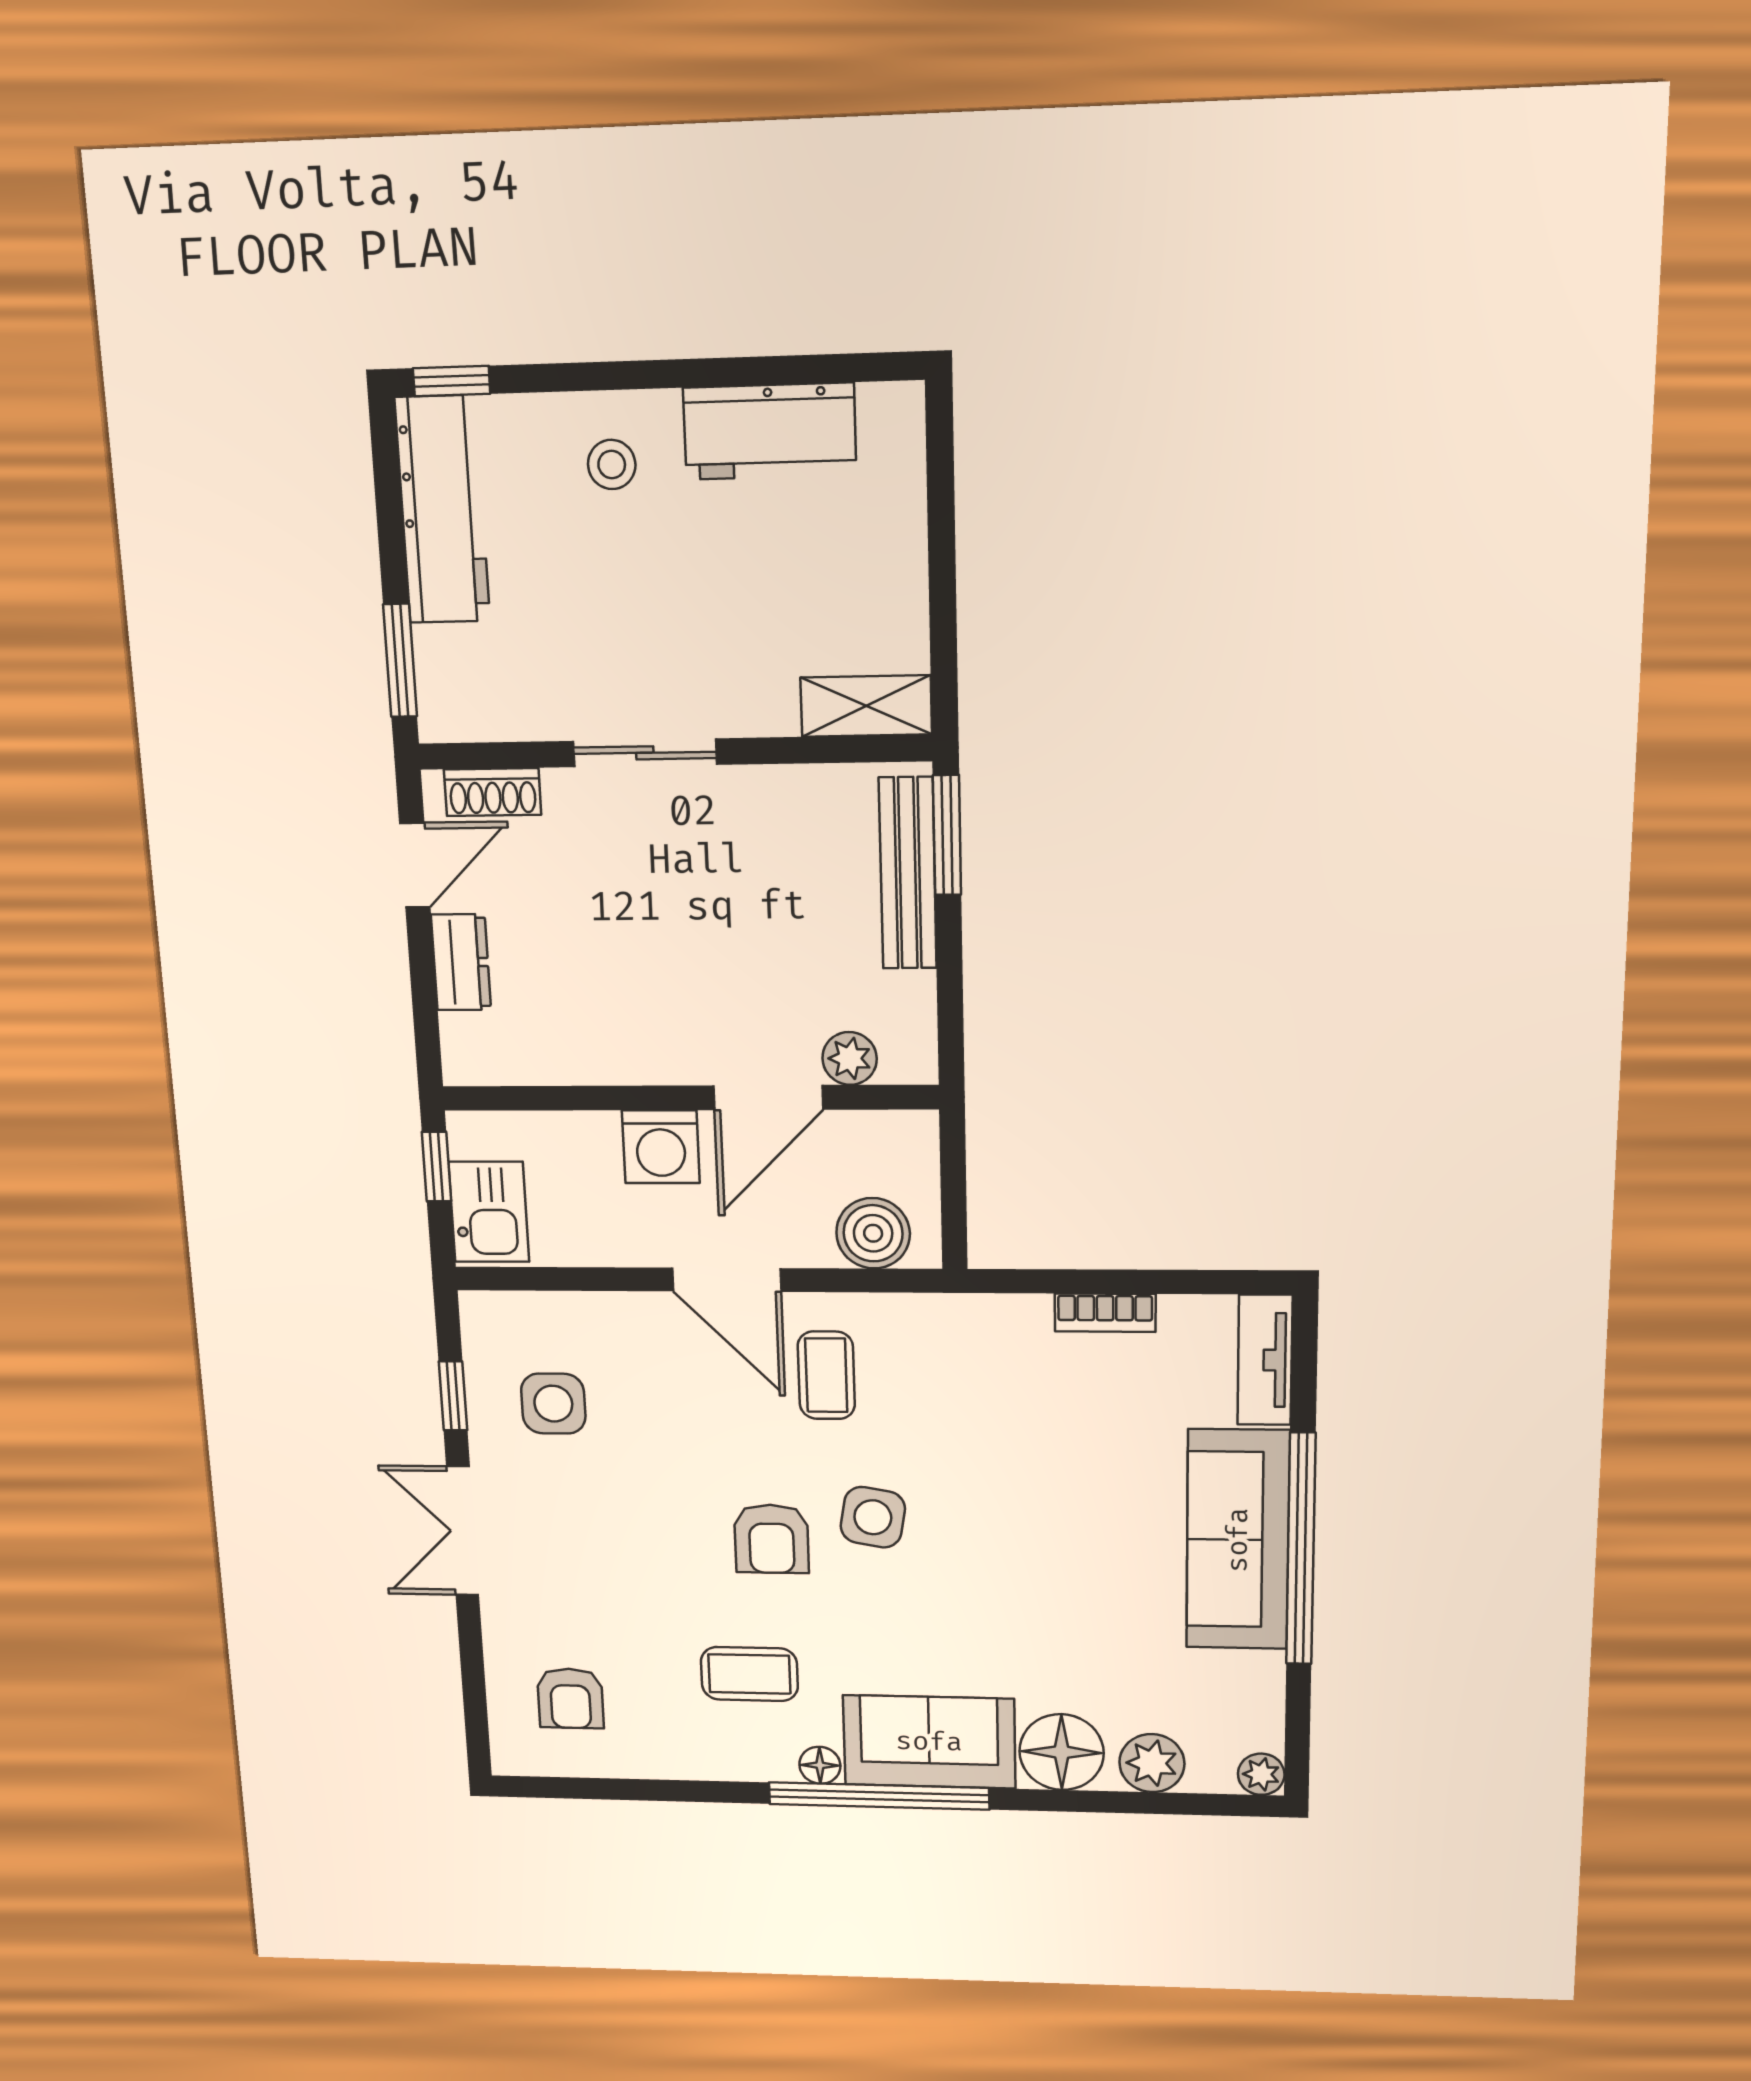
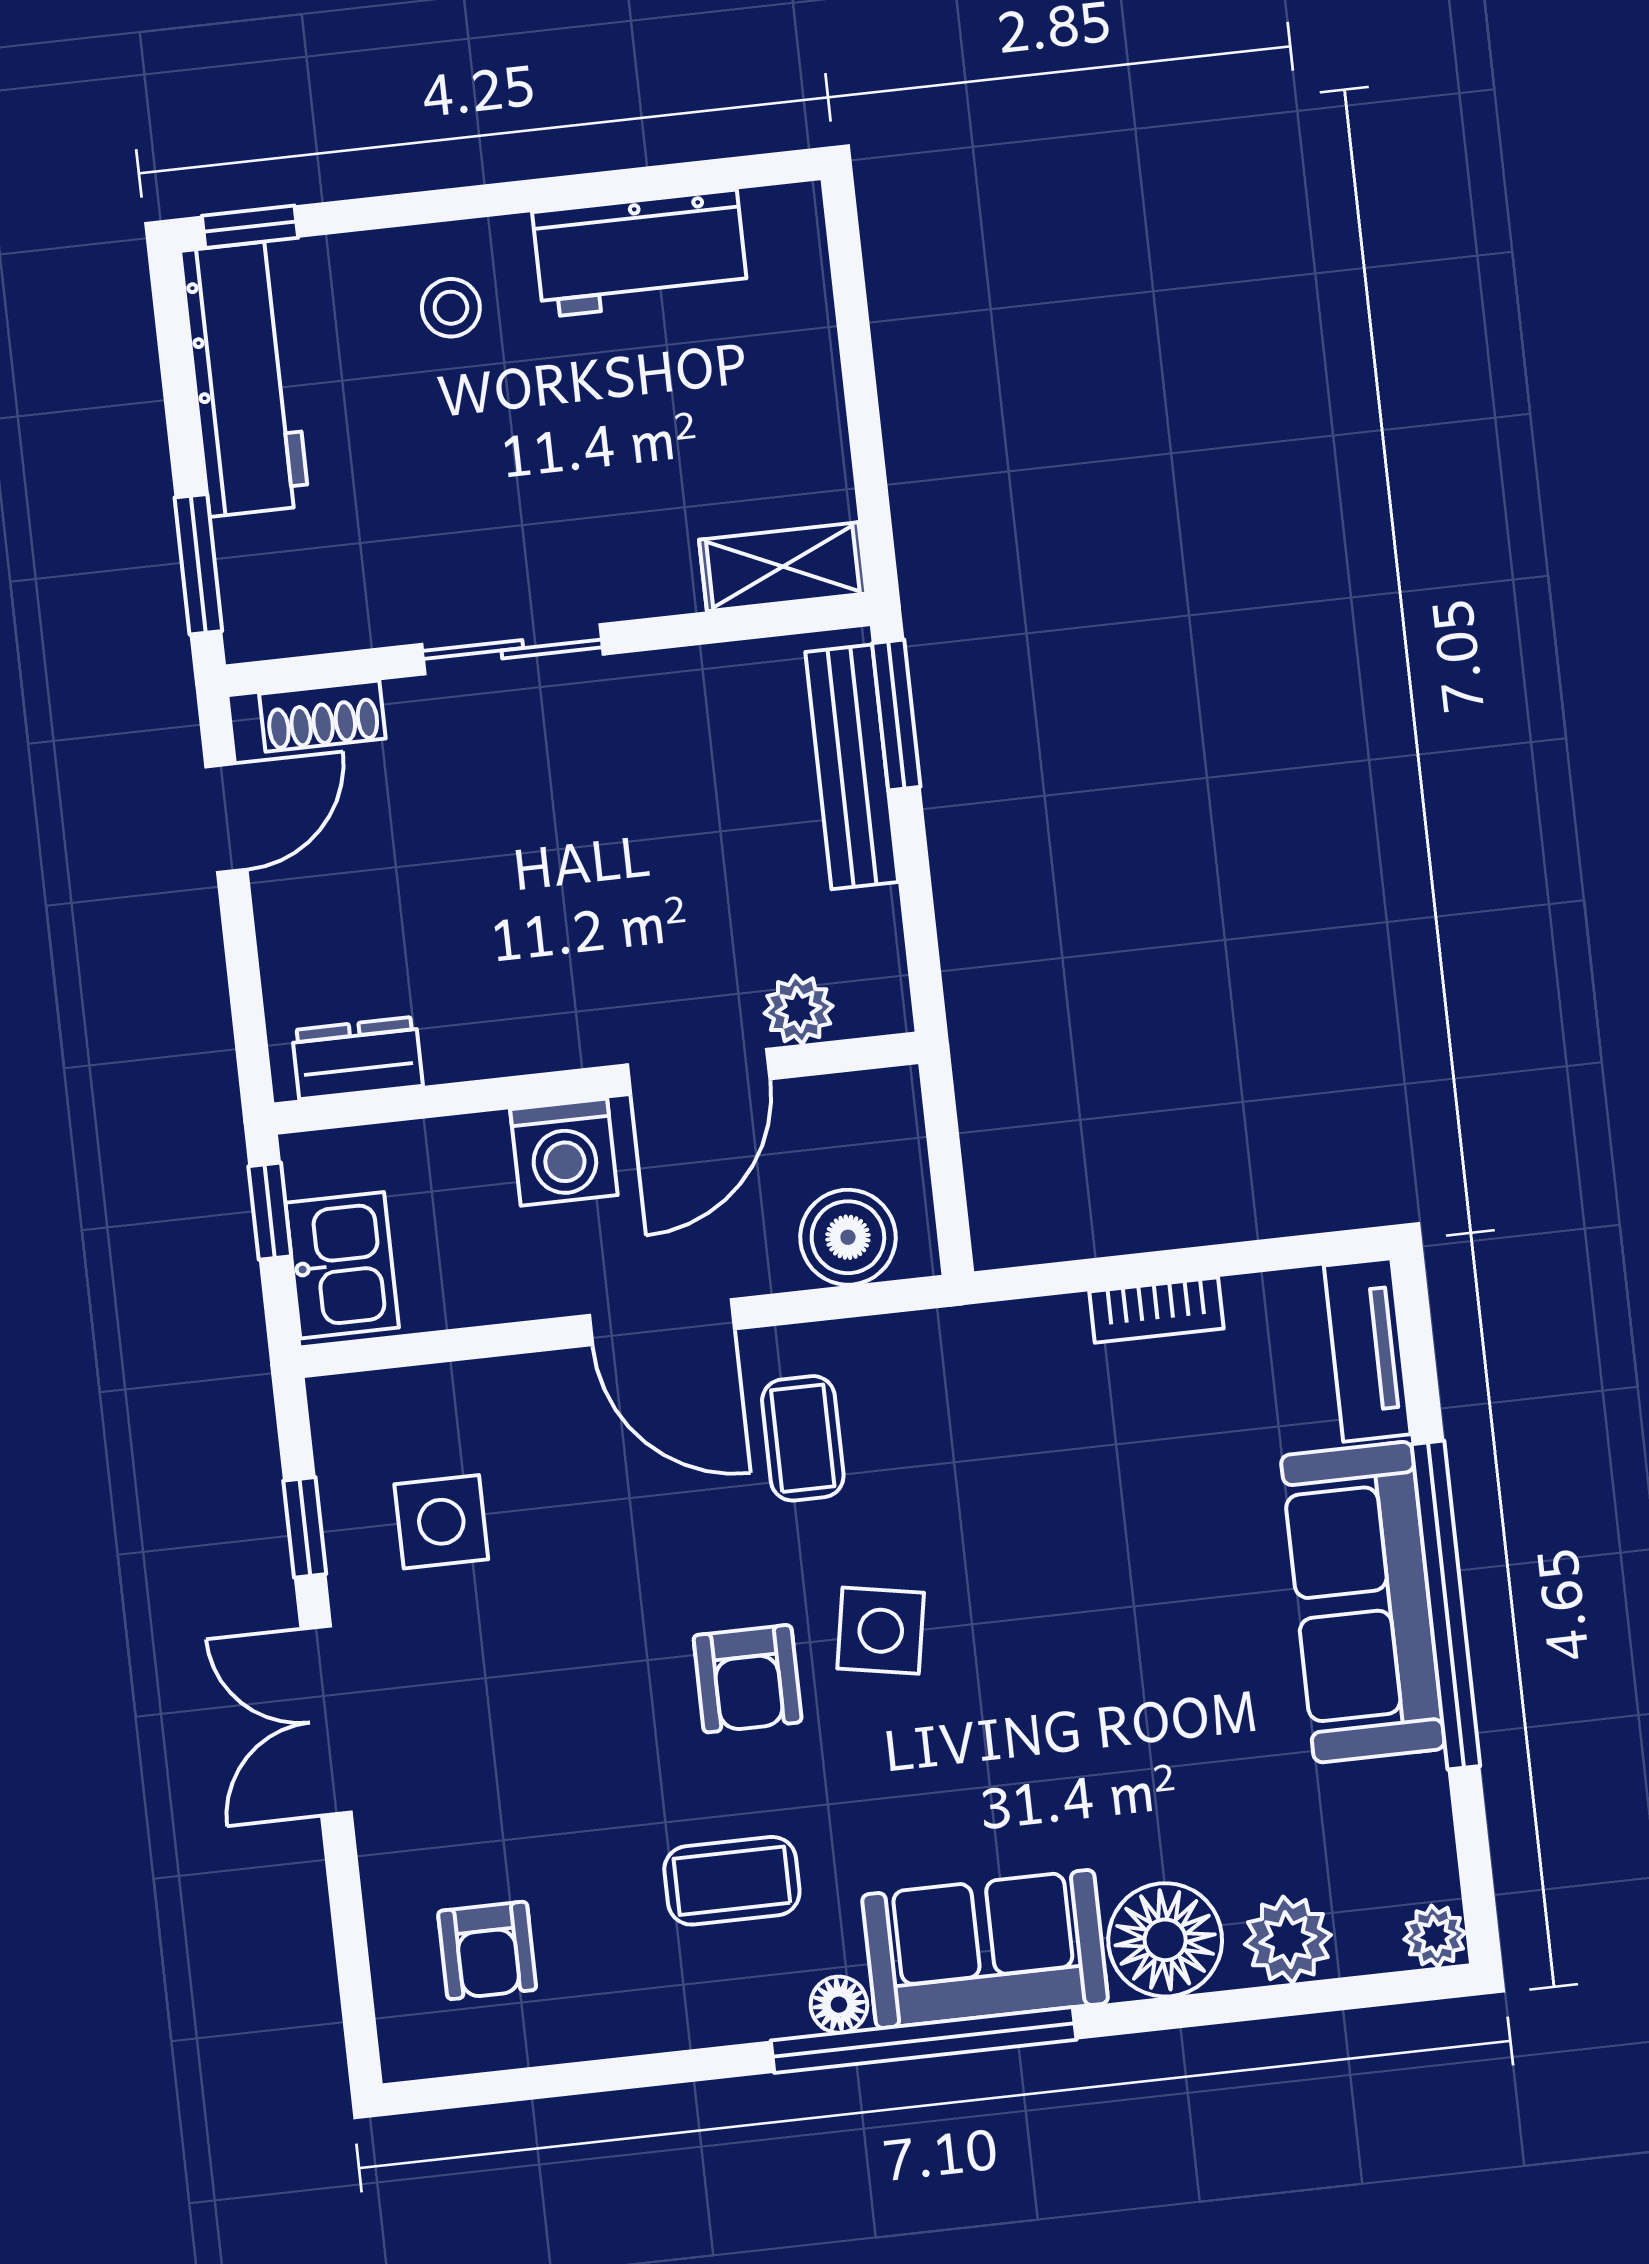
dresser: (461, 962) -> (357, 1058), moved, turned -90

